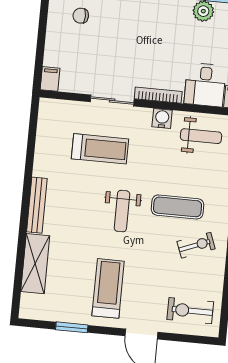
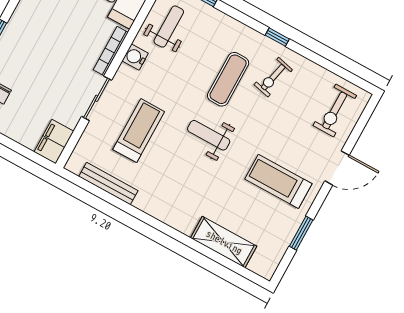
filing cabinet: (50, 79) -> (54, 142), width x2.00
bench: (37, 205) -> (108, 184), moved
weight bench: (122, 211) -> (209, 135), turned 180
exercise bike: (196, 245) -> (273, 77), turned -146

